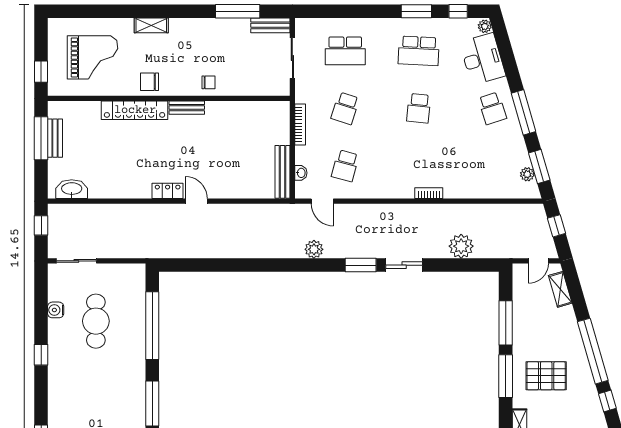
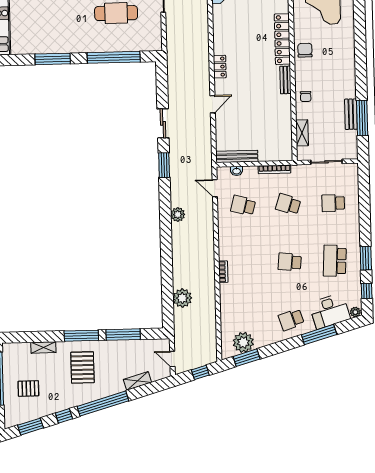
shelving: (151, 25) -> (302, 133), moved
bench: (270, 25) -> (351, 114), moved
school desk: (345, 51) -> (333, 203), width x0.54
window: (524, 112) -> (319, 335), moved
plant: (527, 174) -> (243, 342), width x1.88, depth x1.88
door: (196, 201) -> (213, 104), moved
door: (322, 201) -> (215, 188), hinge flipped
plant: (314, 249) -> (178, 215), moved
window: (361, 265) -> (164, 165), moved
sliding door: (404, 265) -> (163, 123), moved
shelving: (560, 289) -> (137, 381), moved

